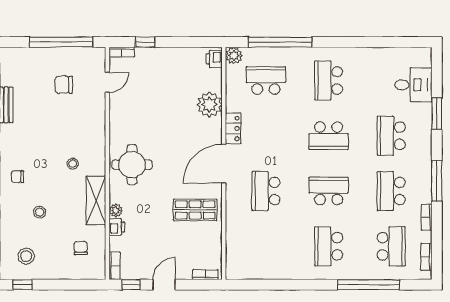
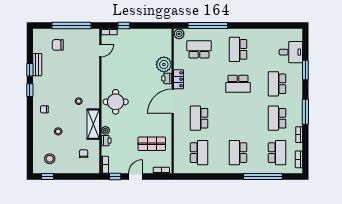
printer: (214, 59) -> (167, 78), moved
chair: (64, 85) -> (58, 45), moved
school desk: (329, 191) -> (199, 153), moved, turned 90
shop shelf: (195, 210) -> (152, 144), moved

